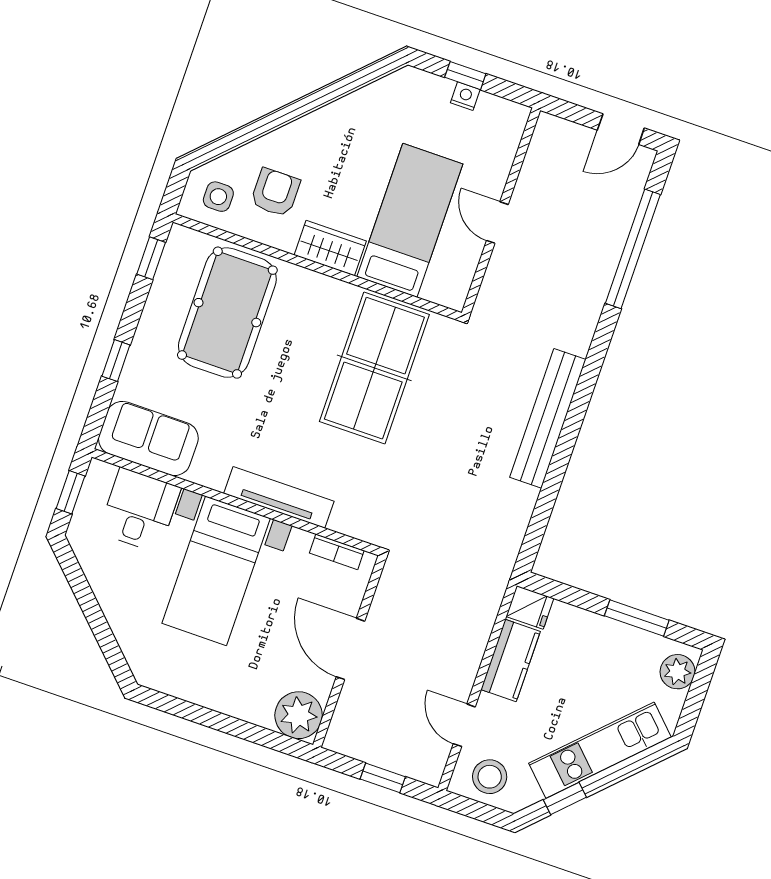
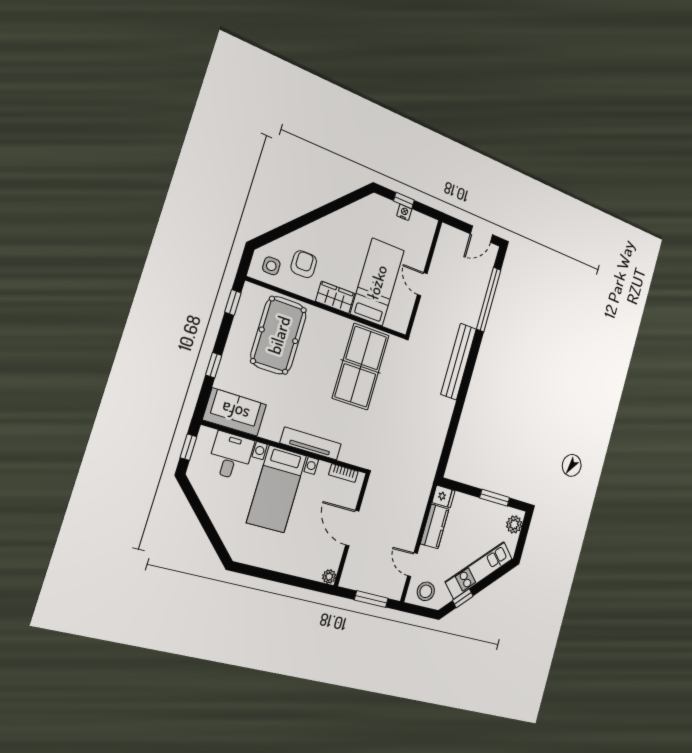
bench: (548, 418) -> (459, 362), moved
plant: (299, 715) -> (329, 577), width x0.53, depth x0.53
window: (383, 778) -> (371, 599), width x1.50

